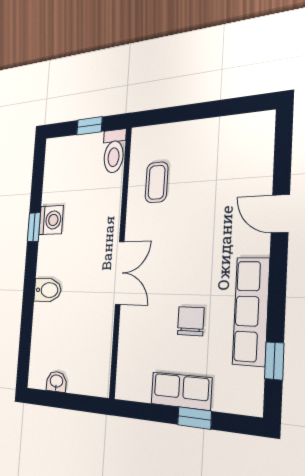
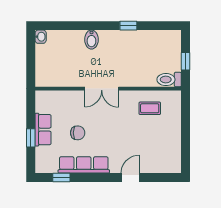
washing machine: (51, 220) -> (132, 38), removed
washbasin: (56, 382) -> (41, 37), moved

